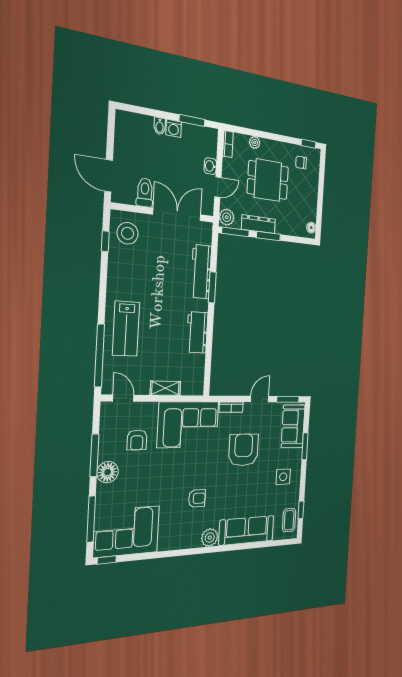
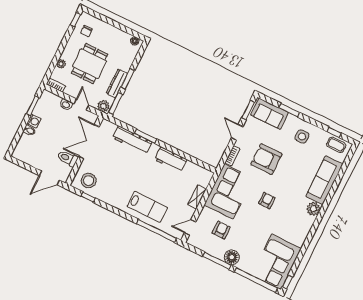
armchair: (137, 440) -> (221, 230), turned -90
armchair: (197, 498) -> (267, 201), moved
window: (91, 519) -> (256, 280), width x1.46

